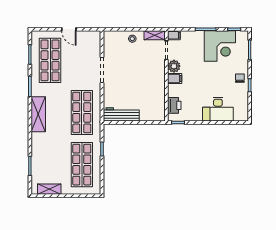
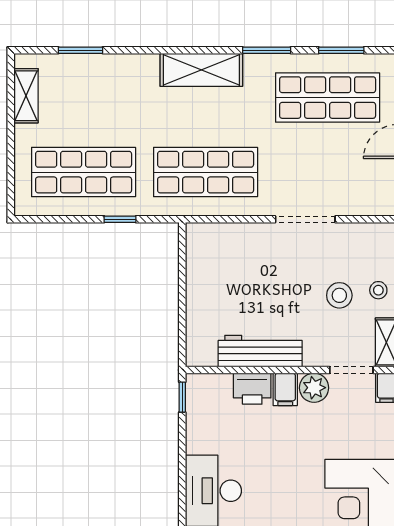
stool: (134, 55) -> (339, 295), added
printer: (174, 105) -> (252, 389), moved
workbench: (121, 114) -> (260, 351), moved, turned -90

